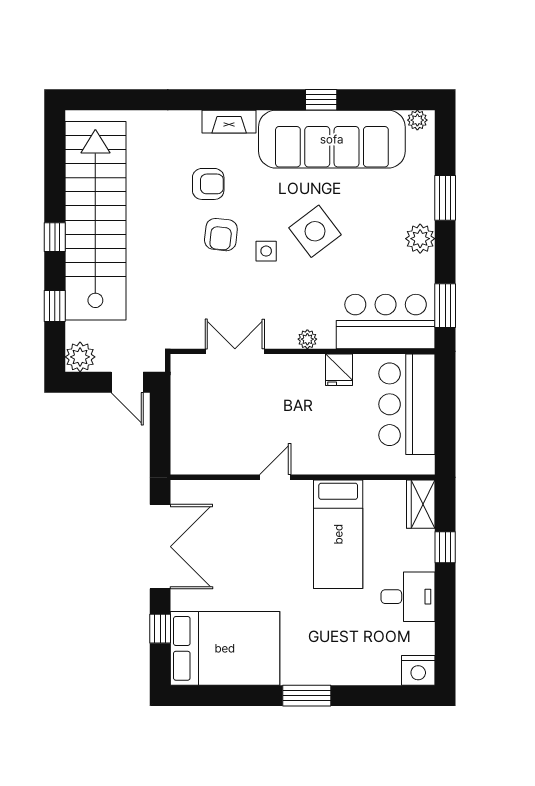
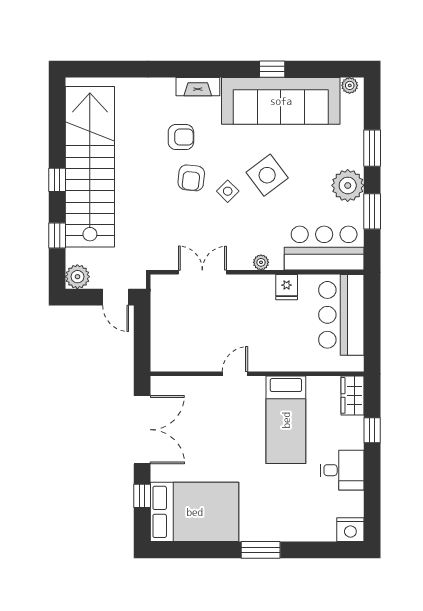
plant: (420, 239) -> (348, 185), width x1.36, depth x1.36
side table: (266, 251) -> (228, 191), turned 45
window: (445, 306) -> (372, 211), moved

